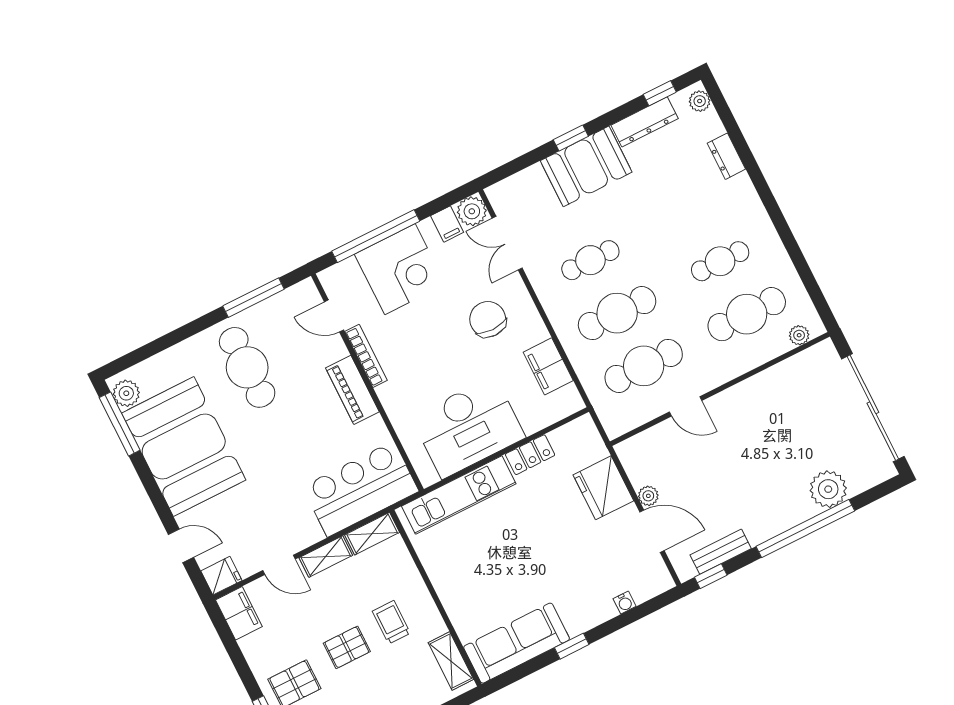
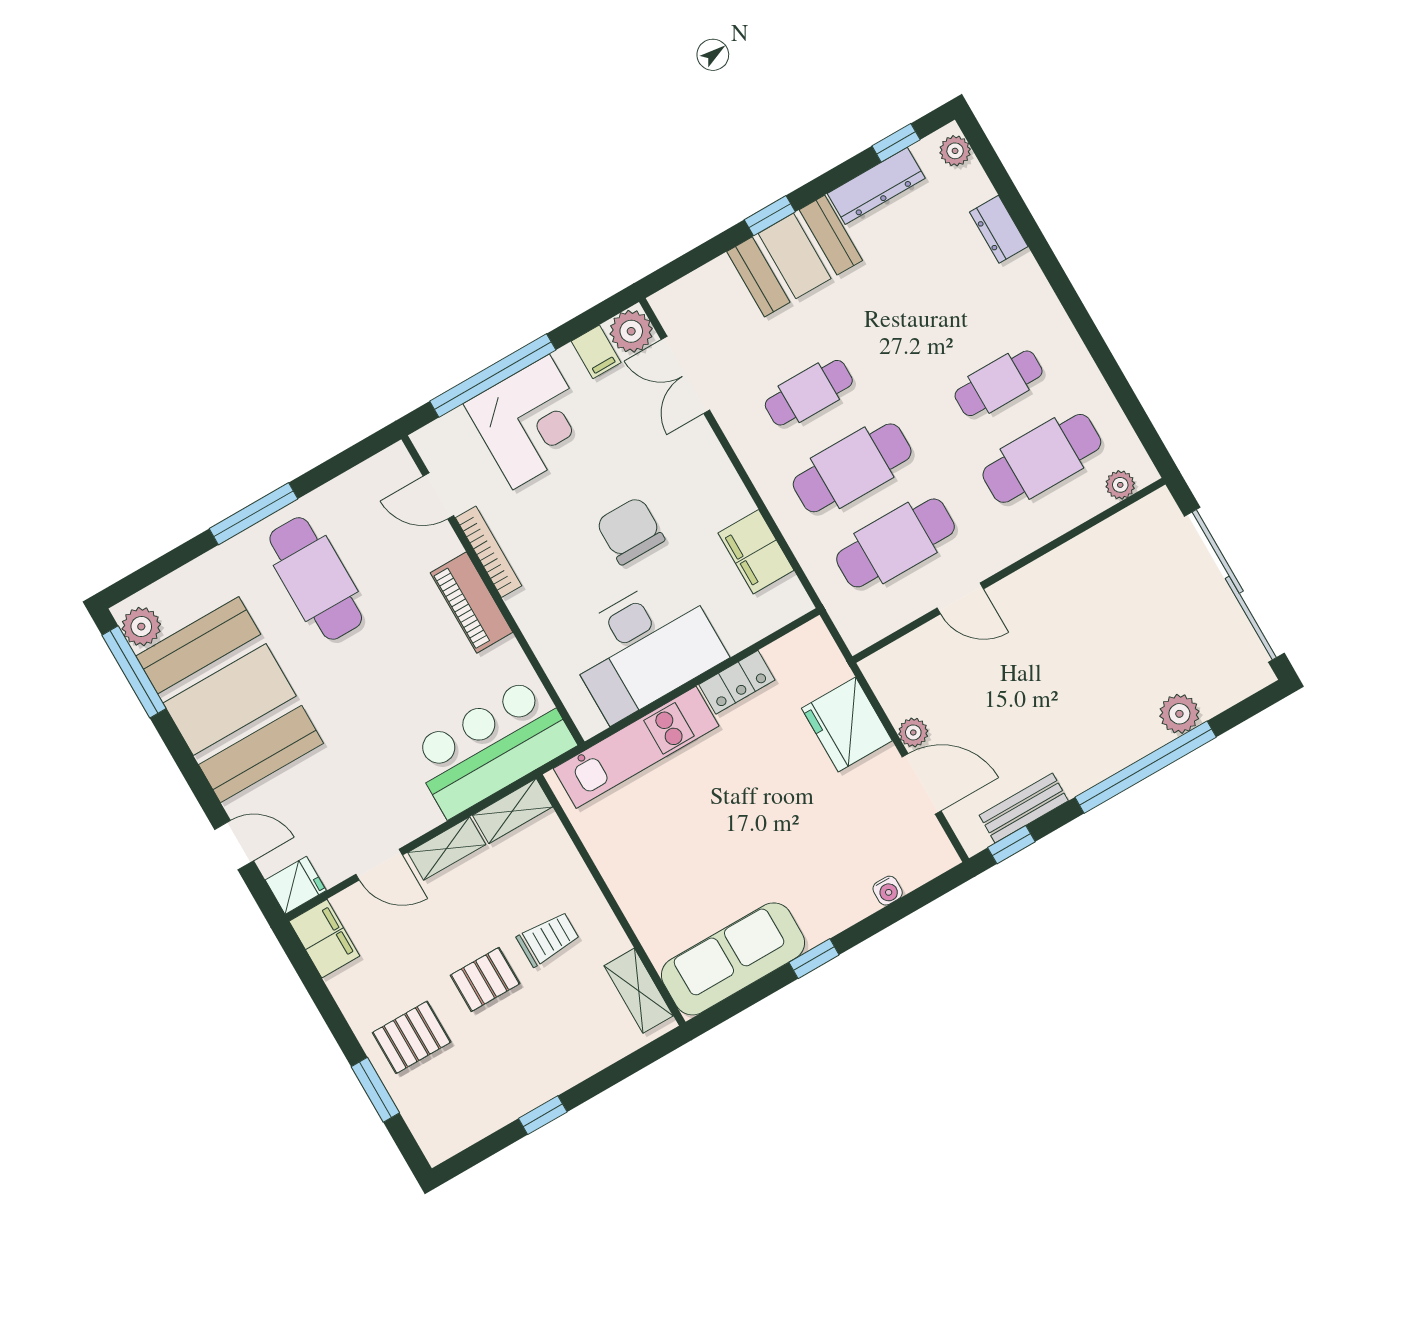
window: (253, 298) -> (254, 514), moved
chair: (488, 319) -> (630, 531), moved
plant: (828, 489) -> (1179, 714), width x0.73, depth x0.73
trolley: (391, 622) -> (548, 939), turned 90

